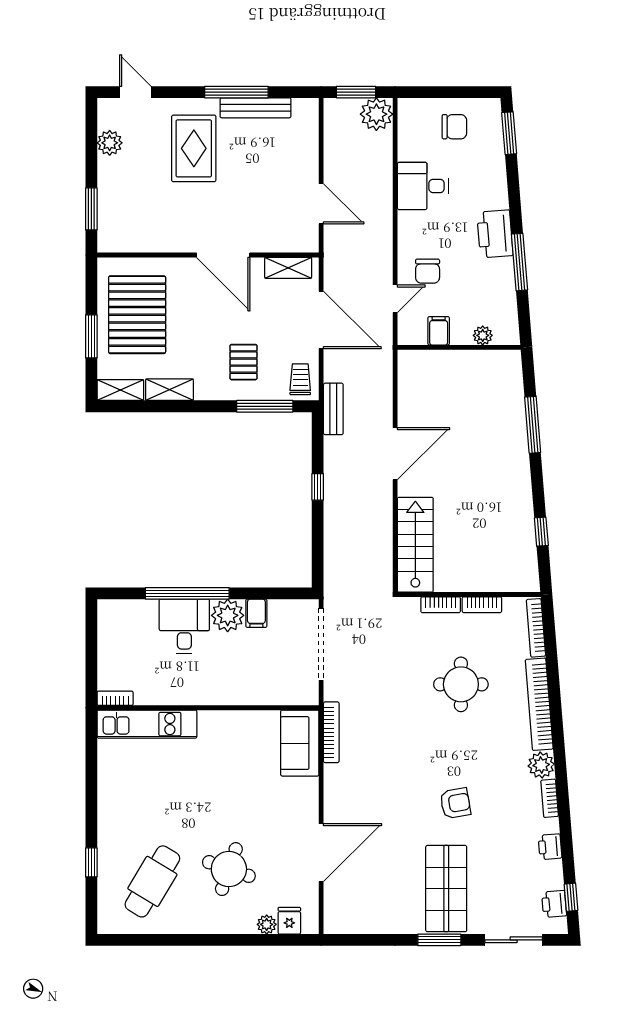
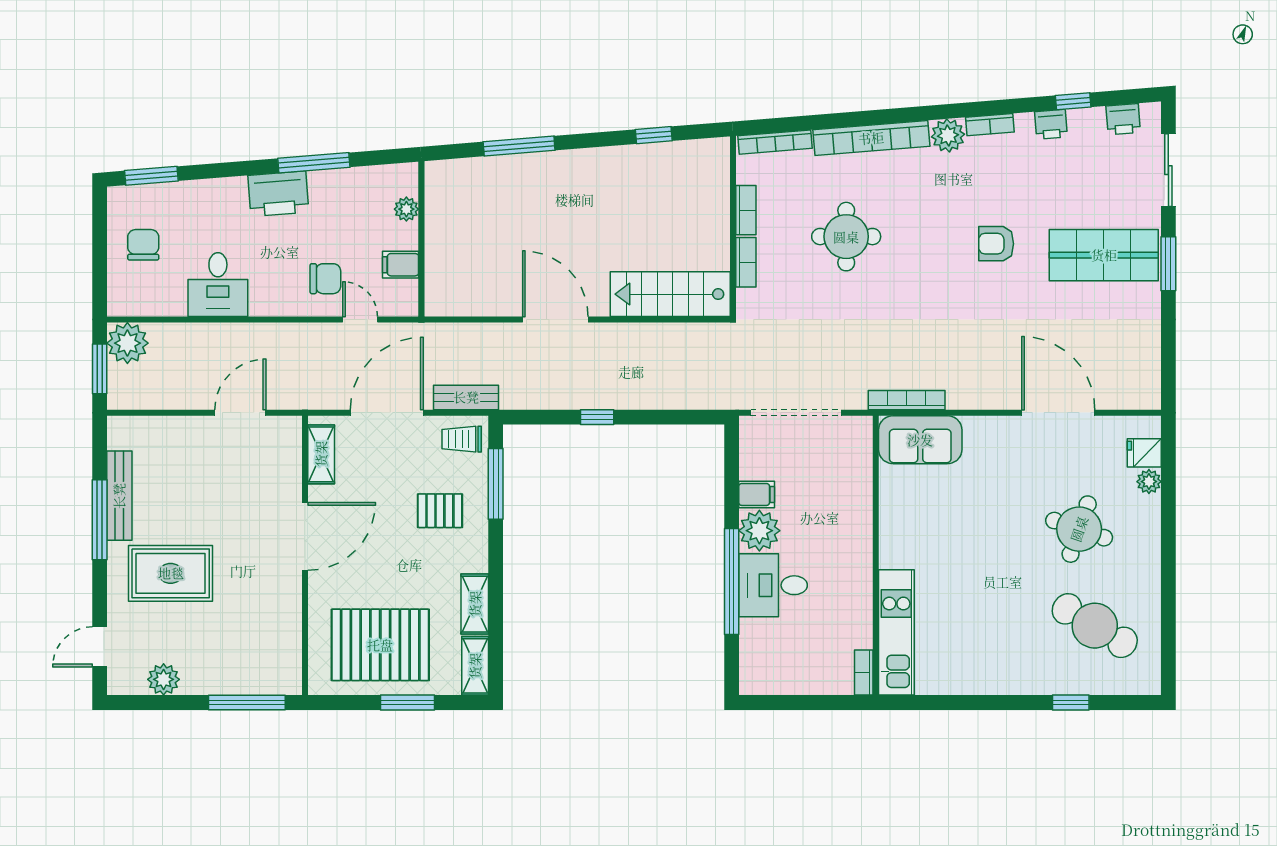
window: (91, 209) -> (247, 703), width x1.44
bench: (333, 409) -> (466, 397), moved
armchair: (455, 803) -> (996, 244), turned -80
window: (571, 897) -> (1073, 101), moved

